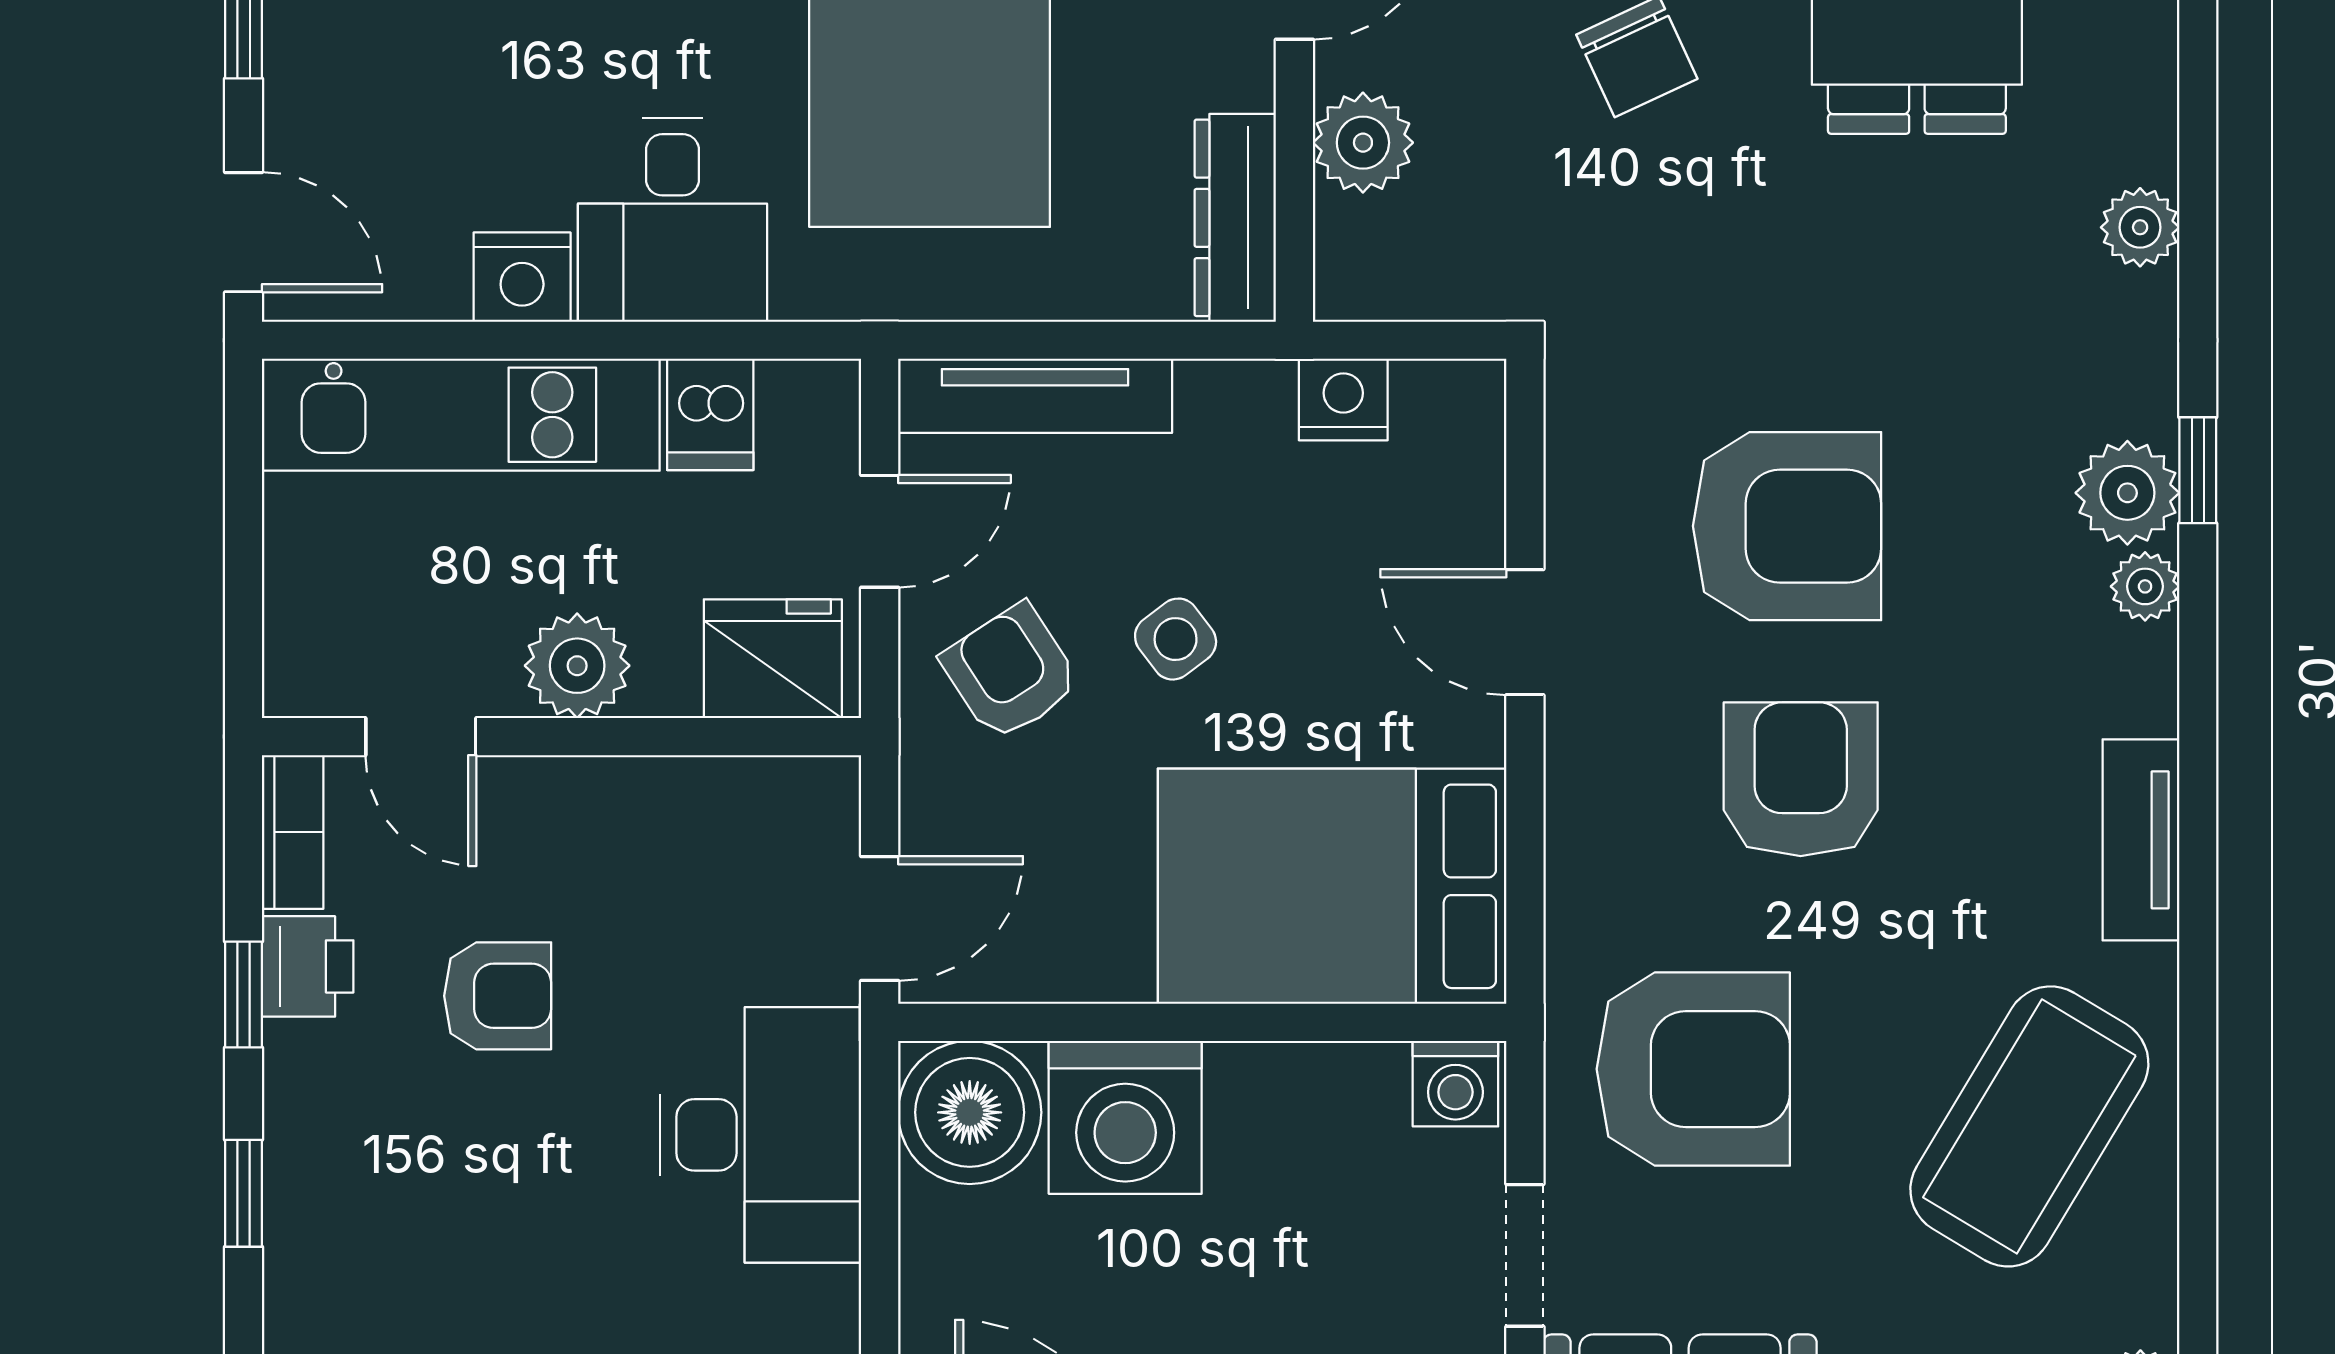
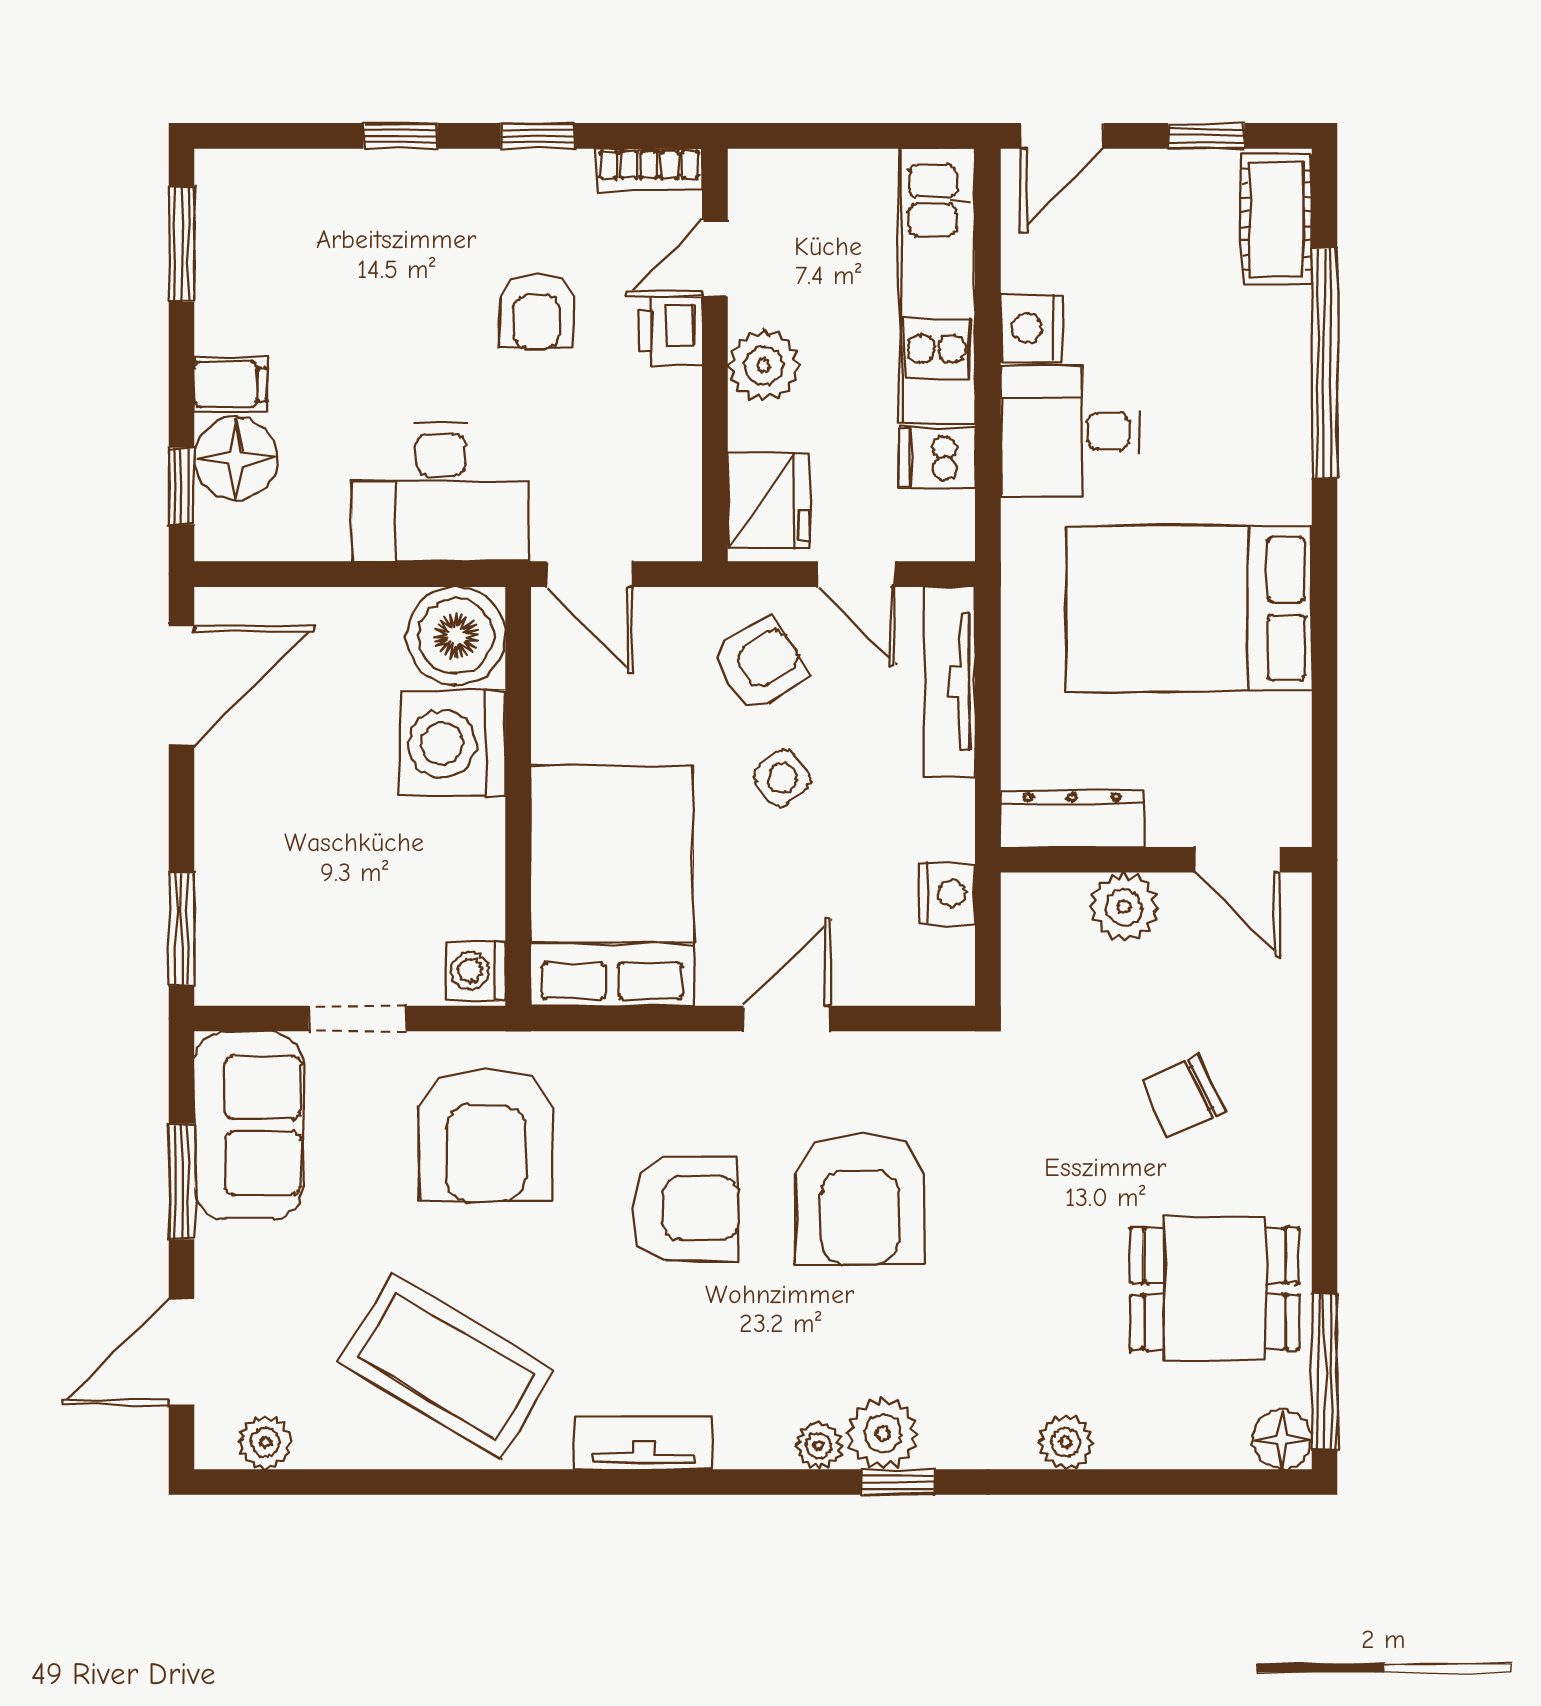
printer: (308, 966) -> (671, 331), moved, turned 90

